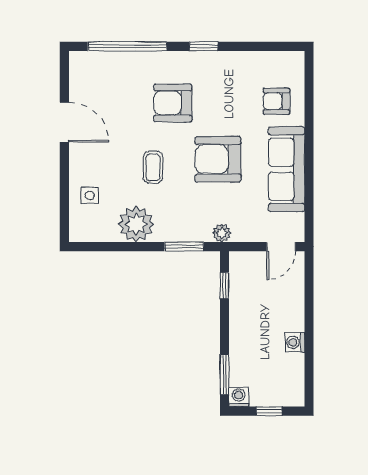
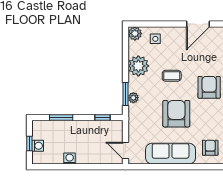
plant: (81, 230) -> (135, 33), added
plant: (222, 233) -> (133, 98), moved
window: (224, 375) -> (61, 117), moved
washing machine: (239, 397) -> (38, 146), moved

